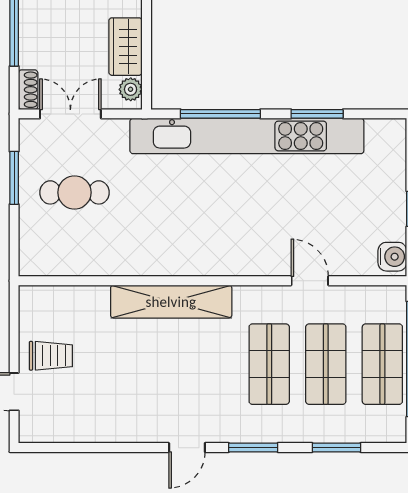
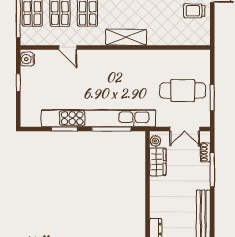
shoe rack: (28, 90) -> (205, 152), moved
cafe table: (74, 192) -> (183, 91), width x1.37, depth x1.35
shelving: (171, 302) -> (126, 37), width x0.68

